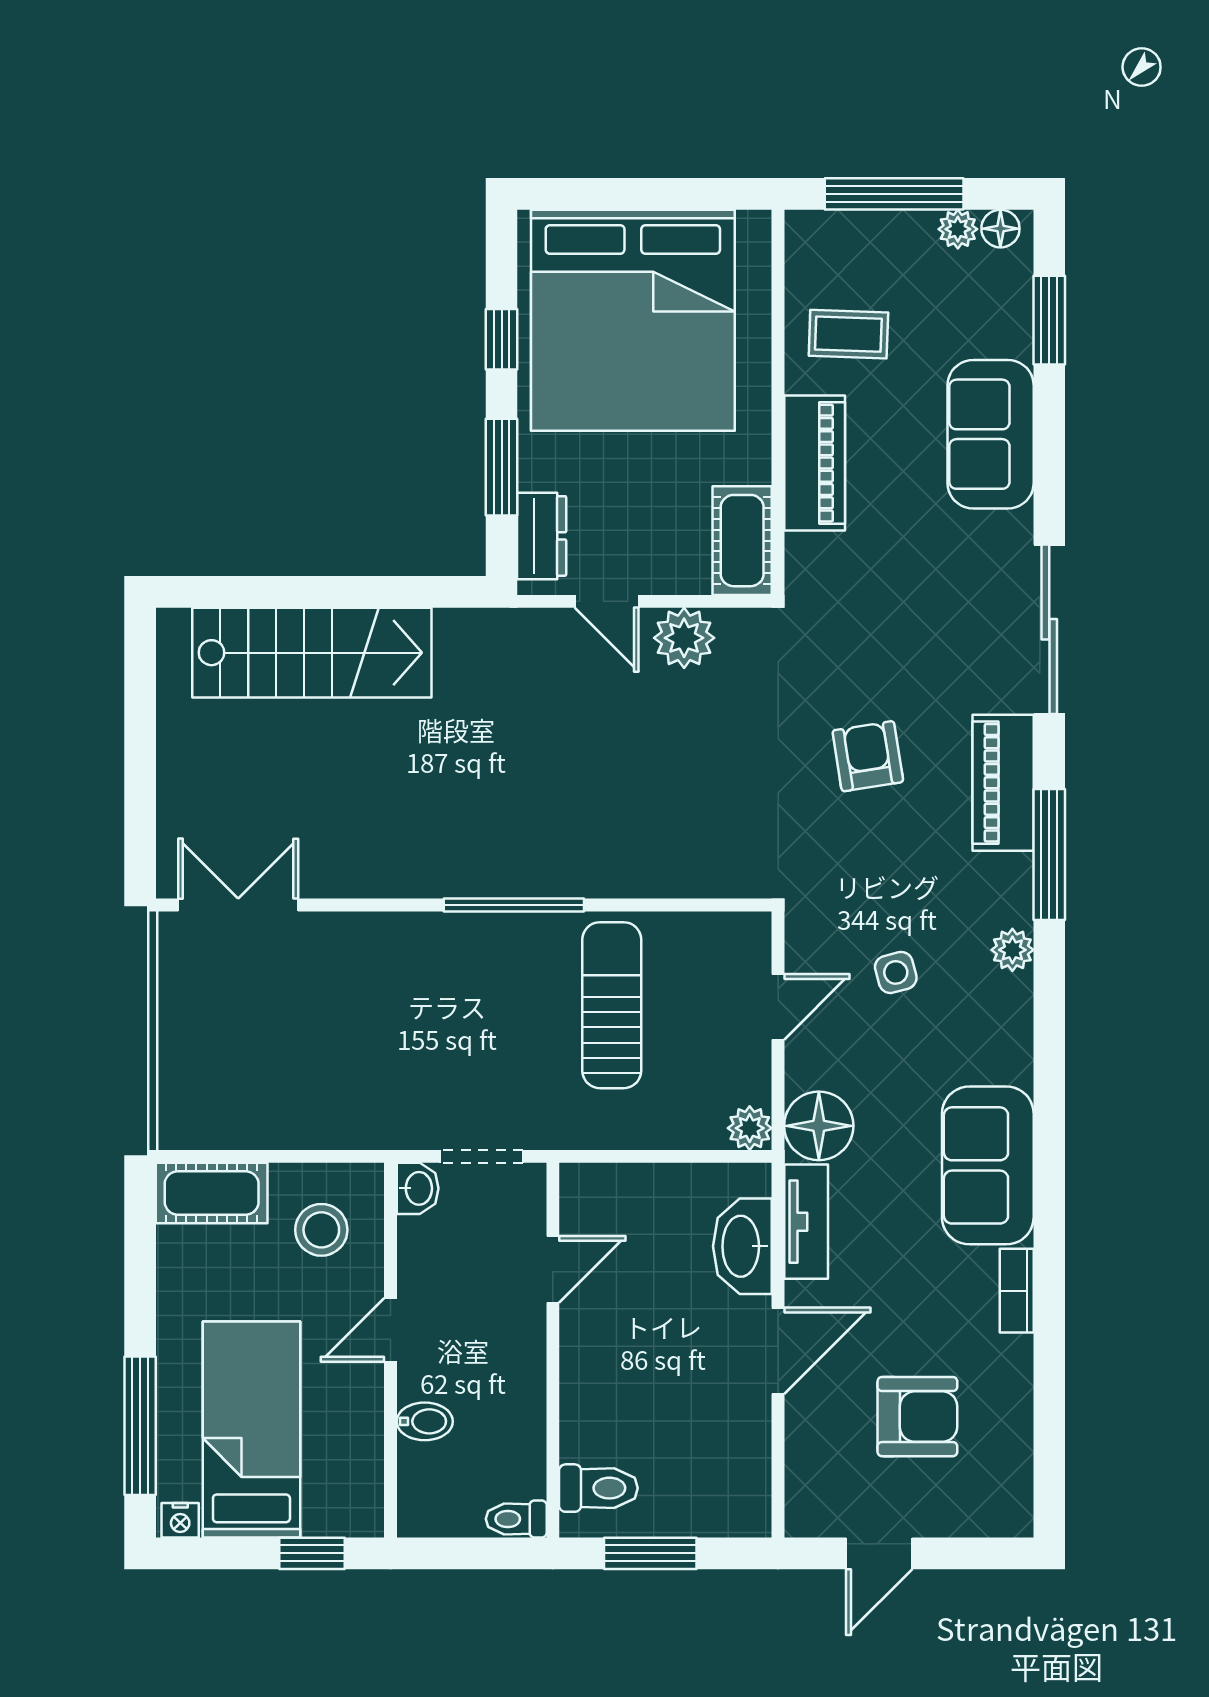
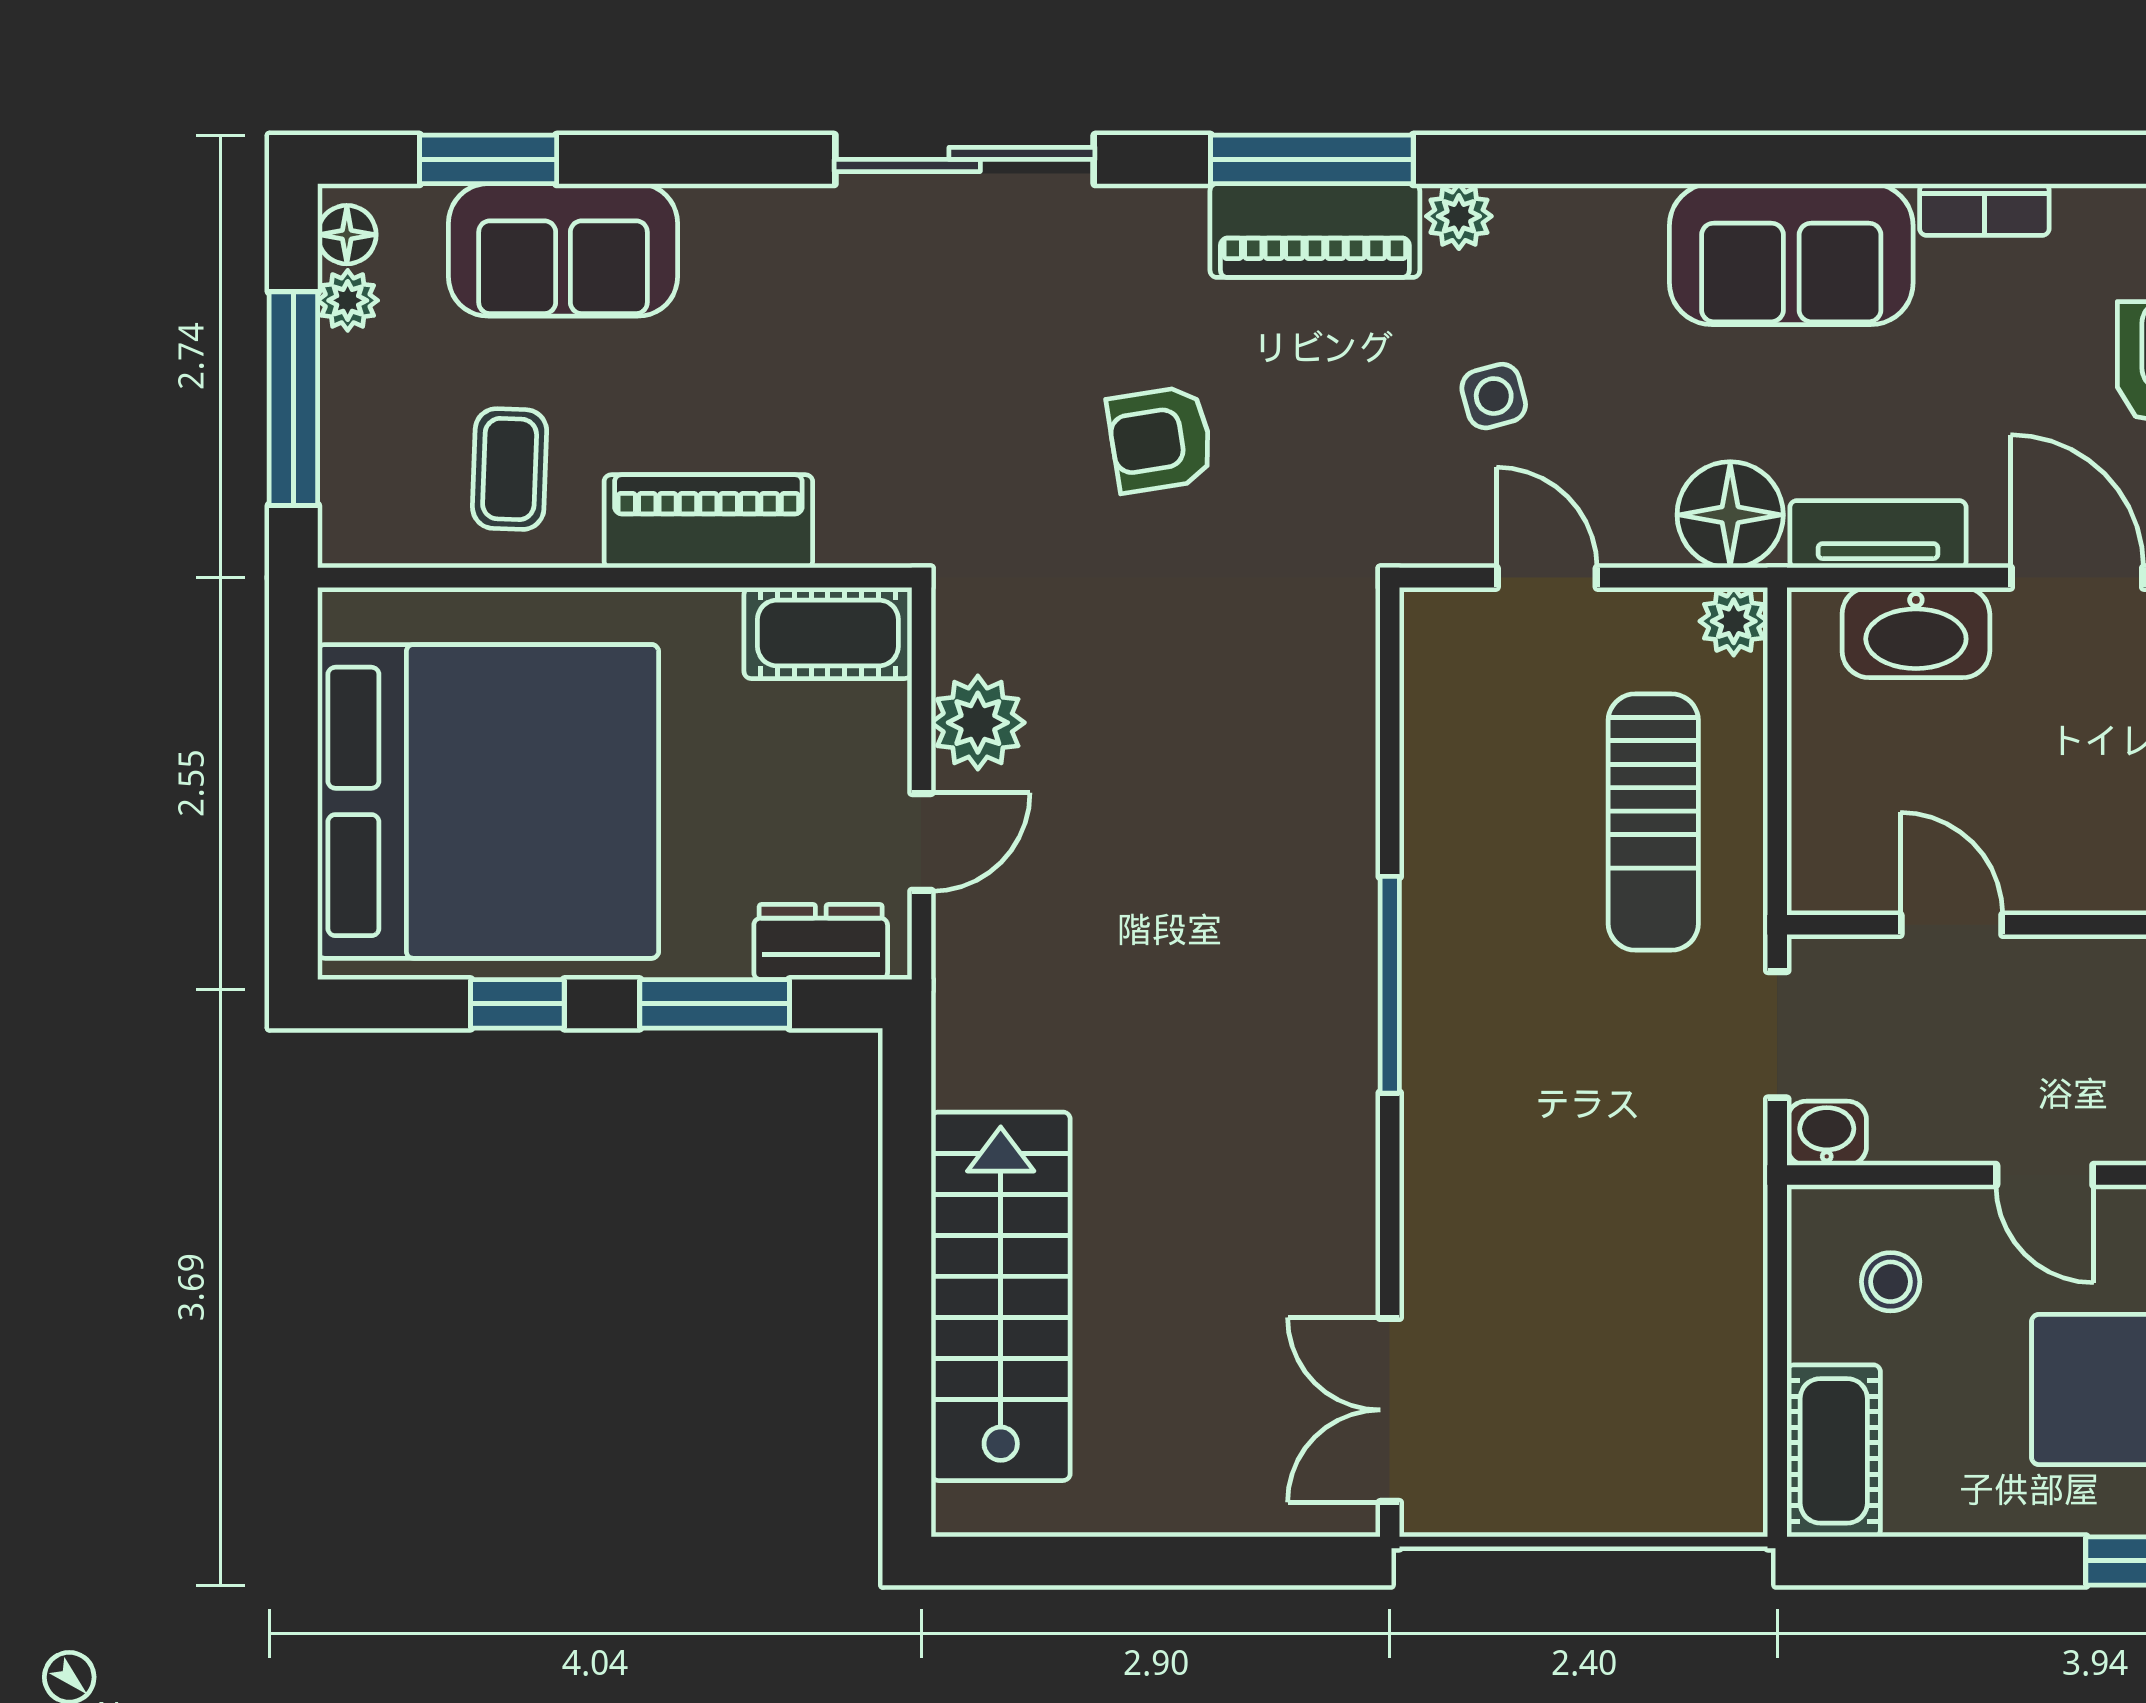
sofa: (991, 434) -> (563, 250), moved
piano: (1003, 783) -> (1315, 231), moved
sun lounger: (612, 1005) -> (1653, 822), moved, turned -90
stool: (321, 1230) -> (1891, 1282), width x0.73, depth x0.73

